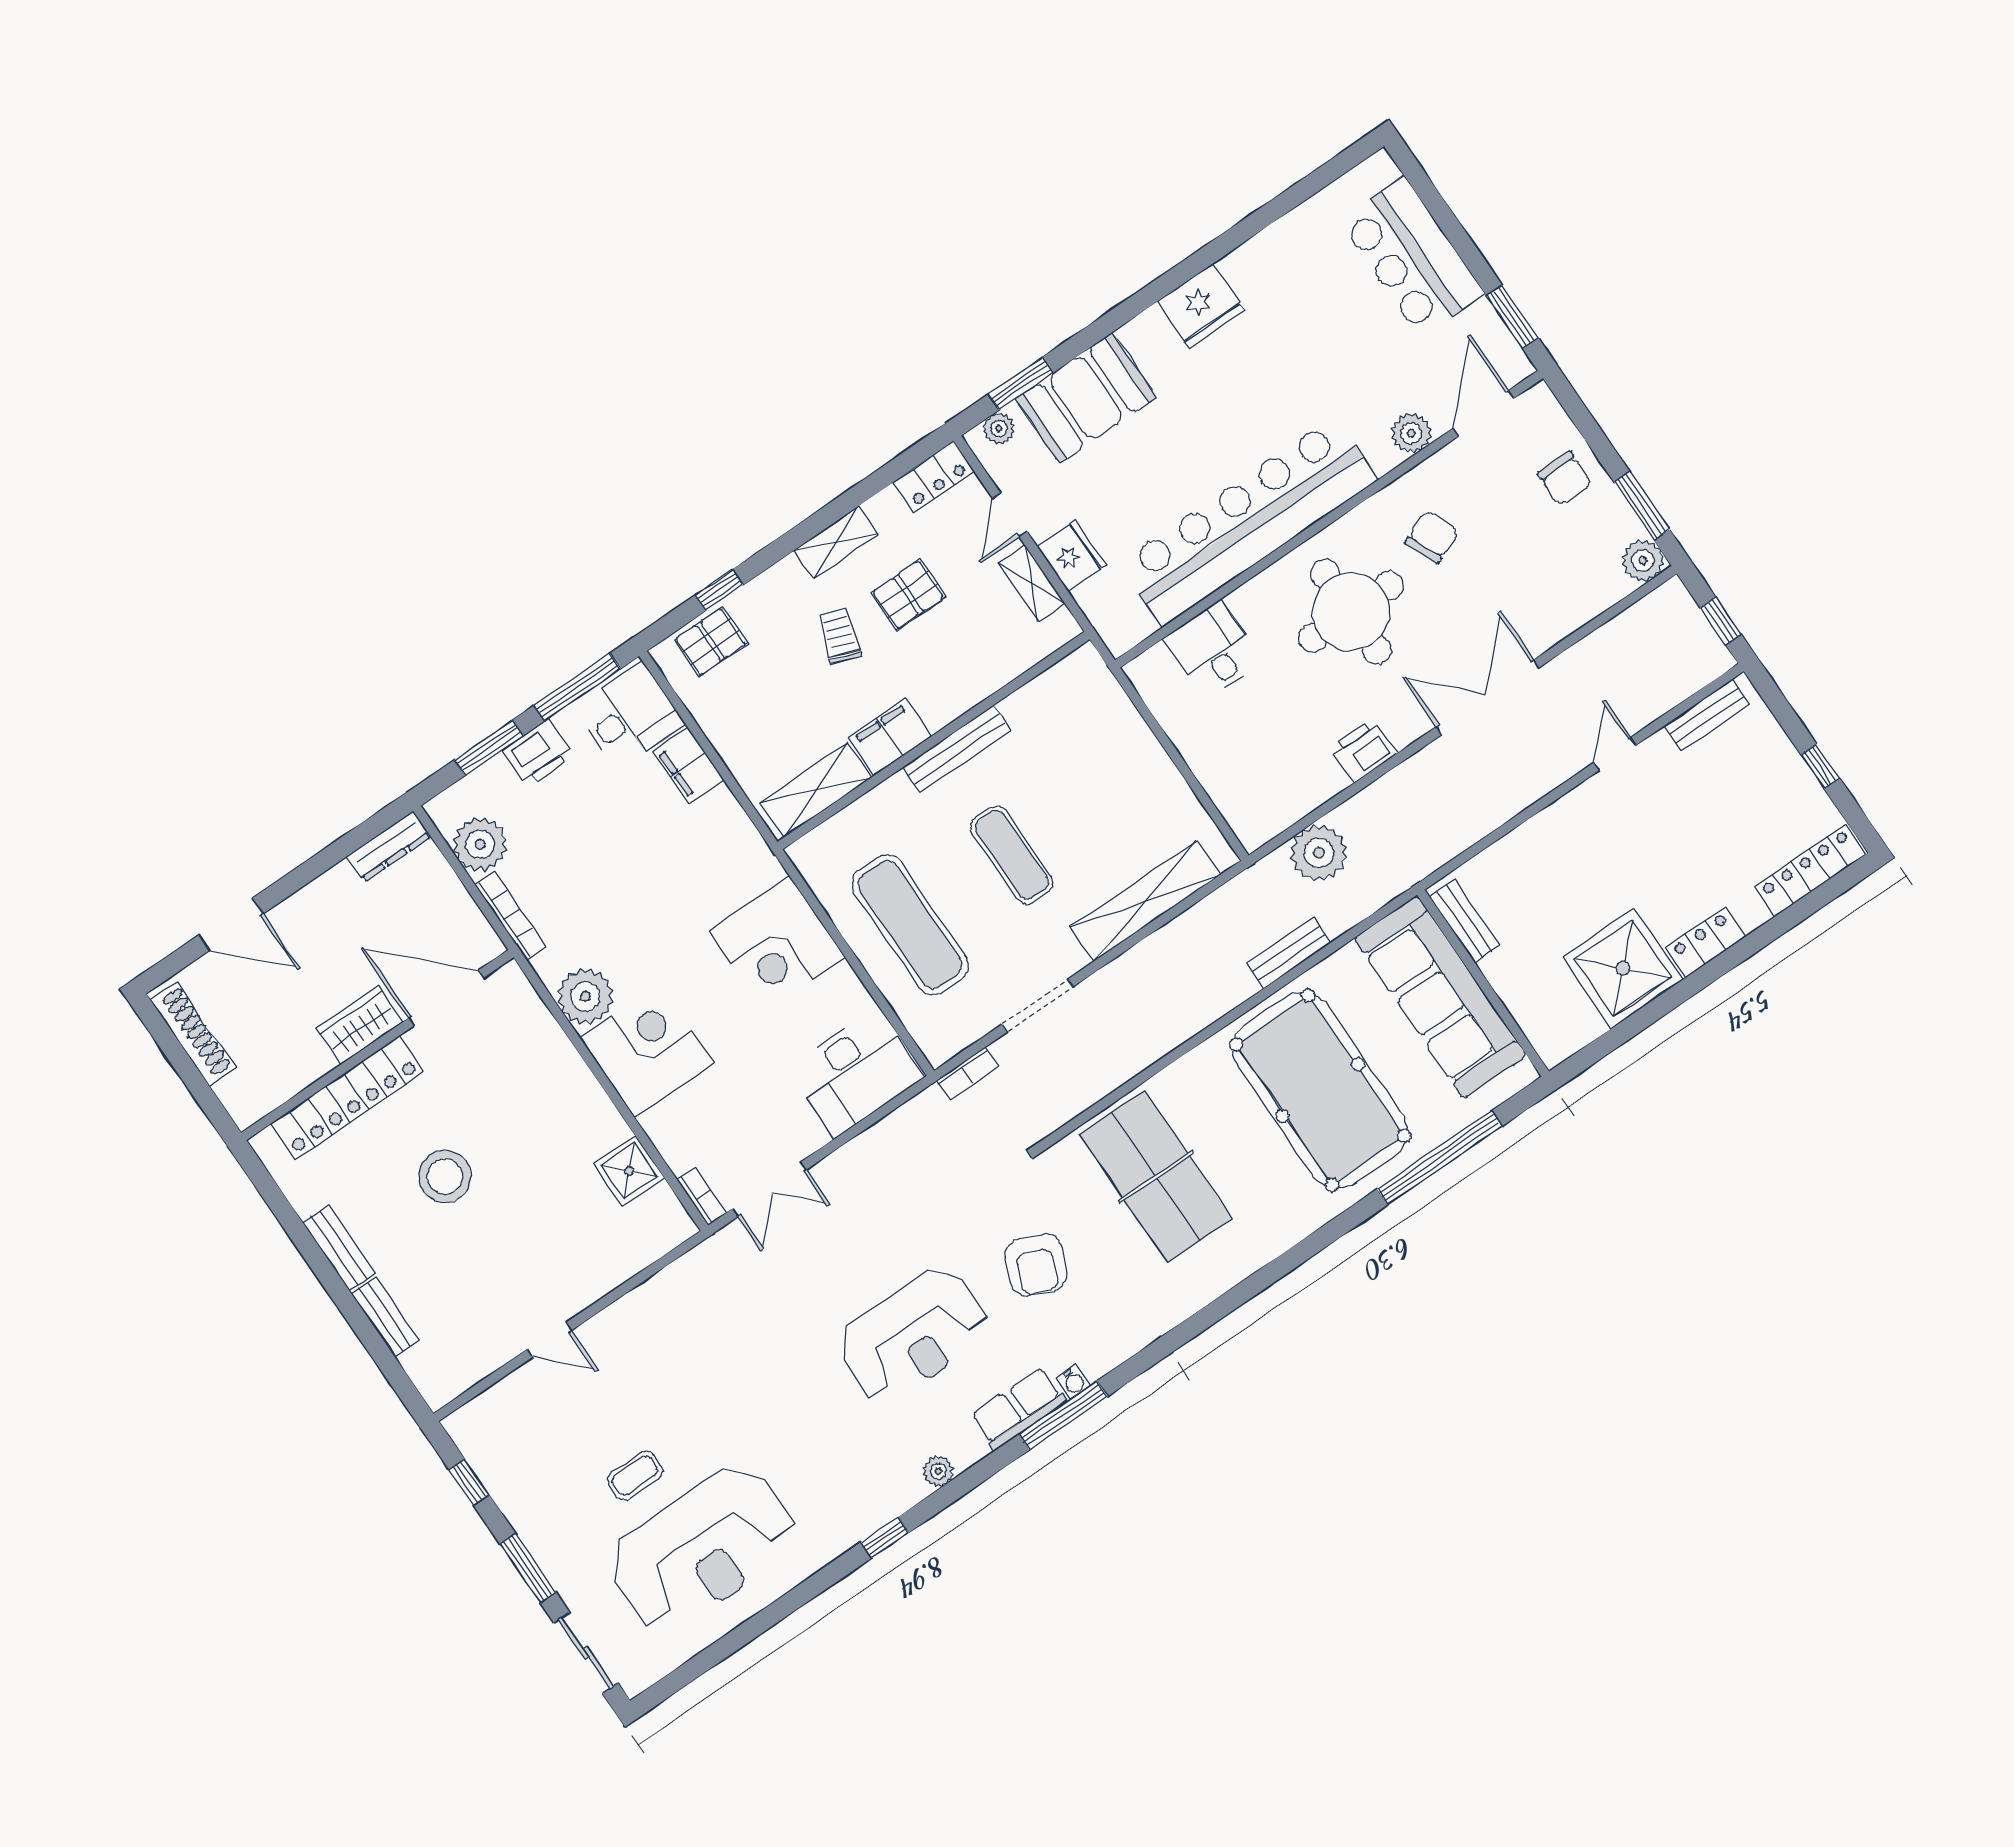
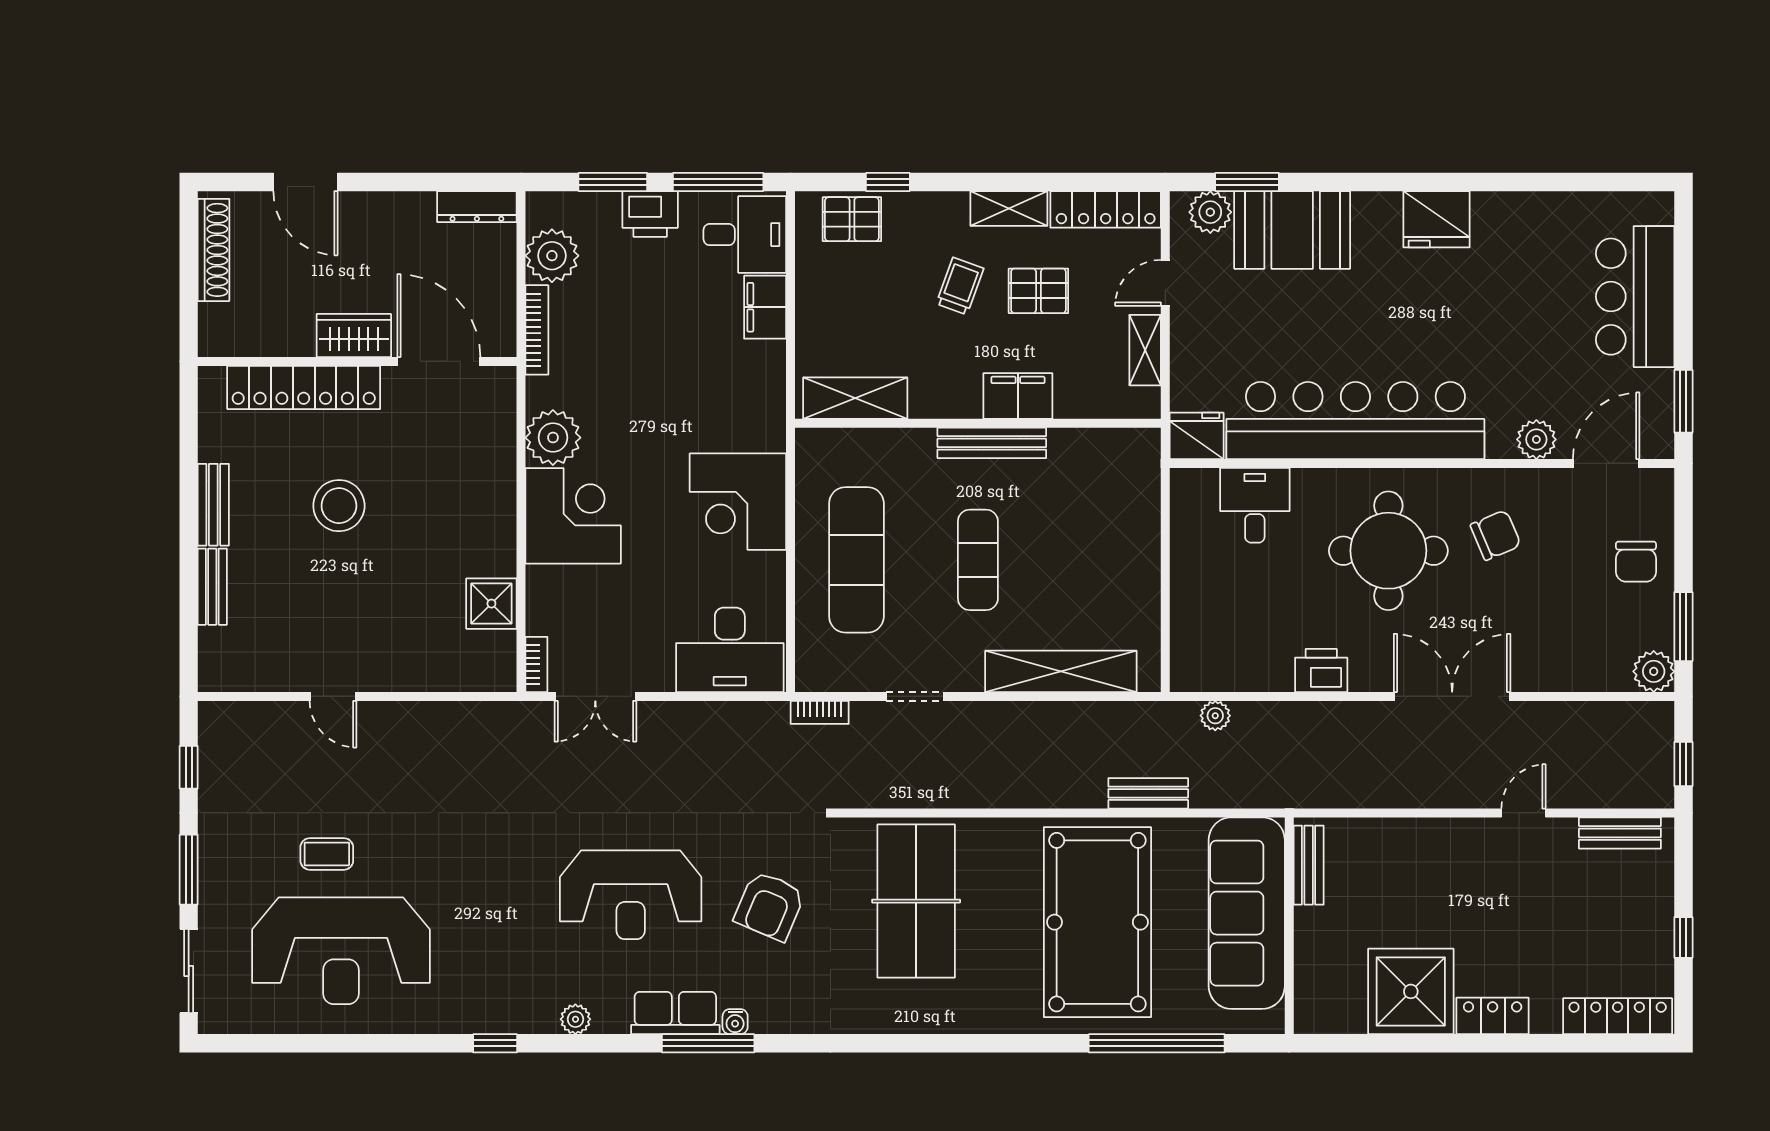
plant: (999, 428) -> (1210, 212), width x1.38, depth x1.38
locker: (934, 477) -> (1106, 209), width x1.53
fridge: (1072, 556) -> (1197, 436), moved, turned -90
filing cabinet: (890, 737) -> (1018, 396), moved
plant: (1319, 853) -> (1215, 716), width x0.53, depth x0.53
doorway: (1037, 1006) -> (915, 696), width x0.73

